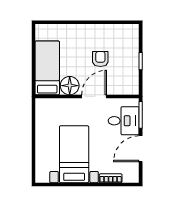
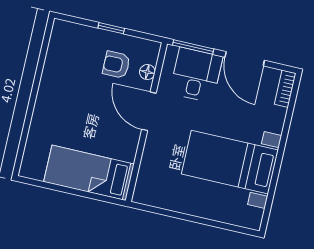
armchair: (100, 59) -> (116, 65), moved
floor lamp: (70, 86) -> (147, 72), moved, width x0.53, depth x0.53
bookcase: (111, 178) -> (285, 89), moved

